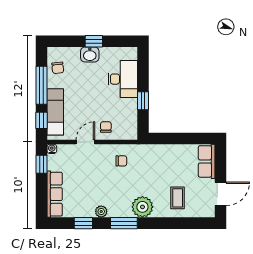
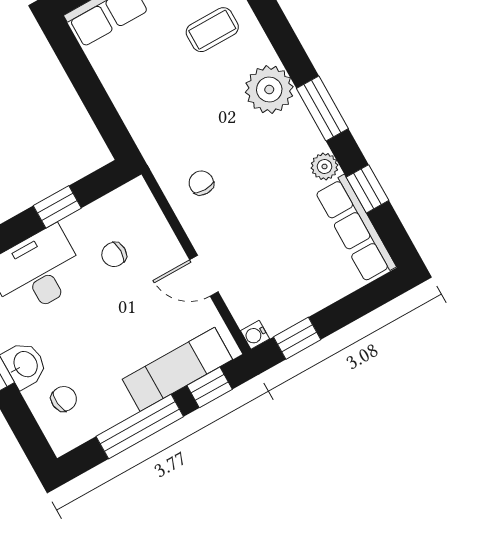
chair: (58, 68) -> (64, 399), moved
chair: (106, 127) -> (114, 255), moved
row of seats: (55, 194) -> (355, 229), moved, turned -90

